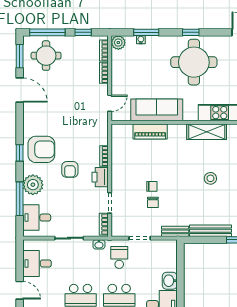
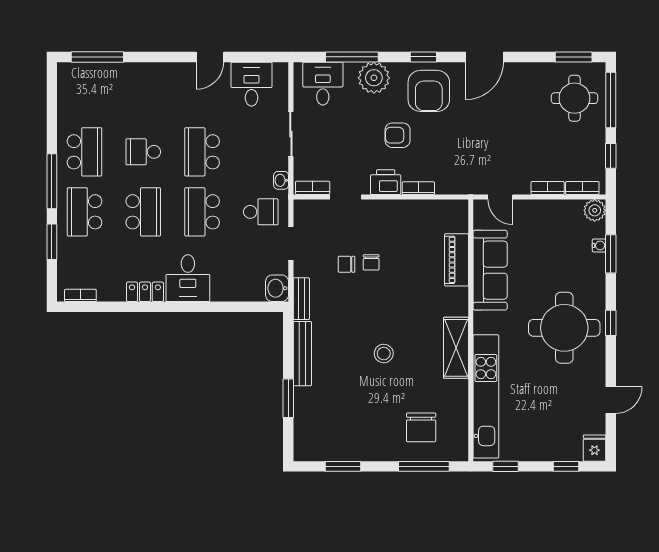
door: (20, 90) -> (484, 57), moved
washbasin: (170, 281) -> (277, 288), moved, turned -90

